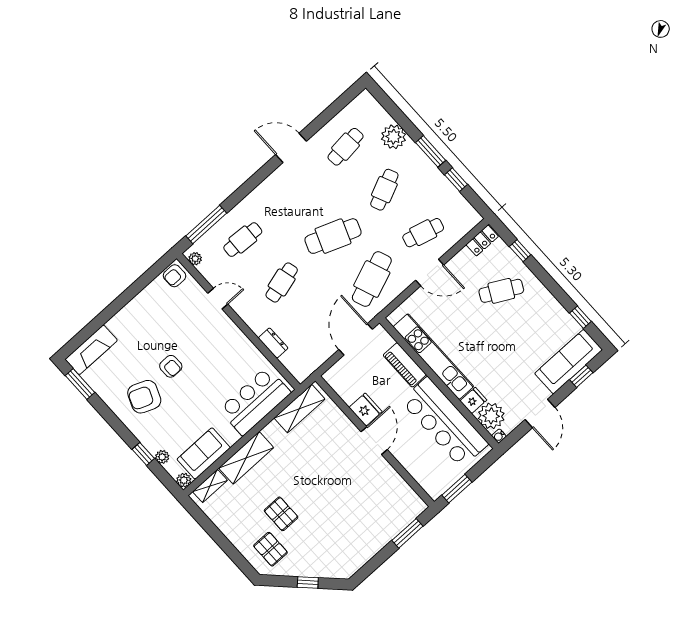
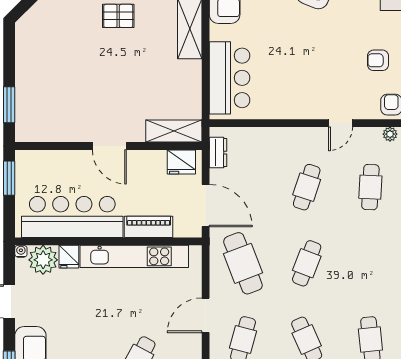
cafe table: (333, 236) -> (307, 263), width x0.73, depth x0.74
cafe table: (282, 282) -> (307, 187), turned 33
dresser: (273, 343) -> (218, 153), moved, turned -90
armchair: (171, 366) -> (378, 60), moved
shelving: (300, 409) -> (174, 131), moved, turned 90
fridge: (366, 410) -> (181, 162), moved

